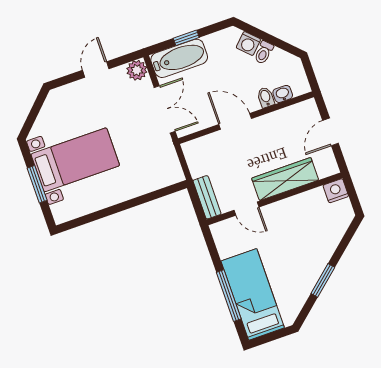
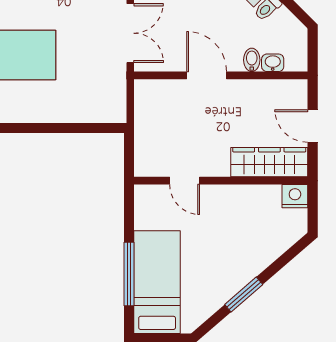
door: (331, 132) -> (313, 126), hinge flipped
wardrobe: (285, 179) -> (269, 162), moved
bench: (207, 197) -> (144, 152), removed

